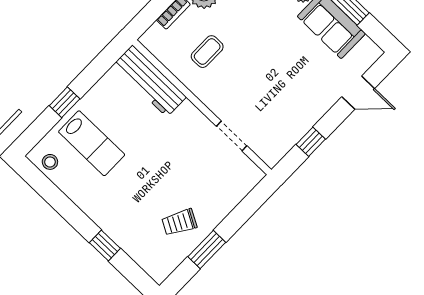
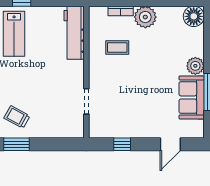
door: (358, 93) -> (170, 144), hinge flipped

